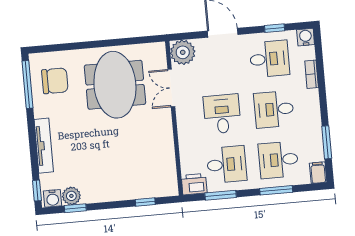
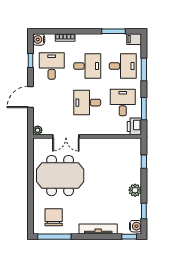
plant: (183, 52) -> (38, 130), width x0.53, depth x0.53
desk: (274, 109) -> (87, 66), turned -90
desk: (278, 160) -> (123, 66), turned -90
plant: (71, 196) -> (135, 190), moved

